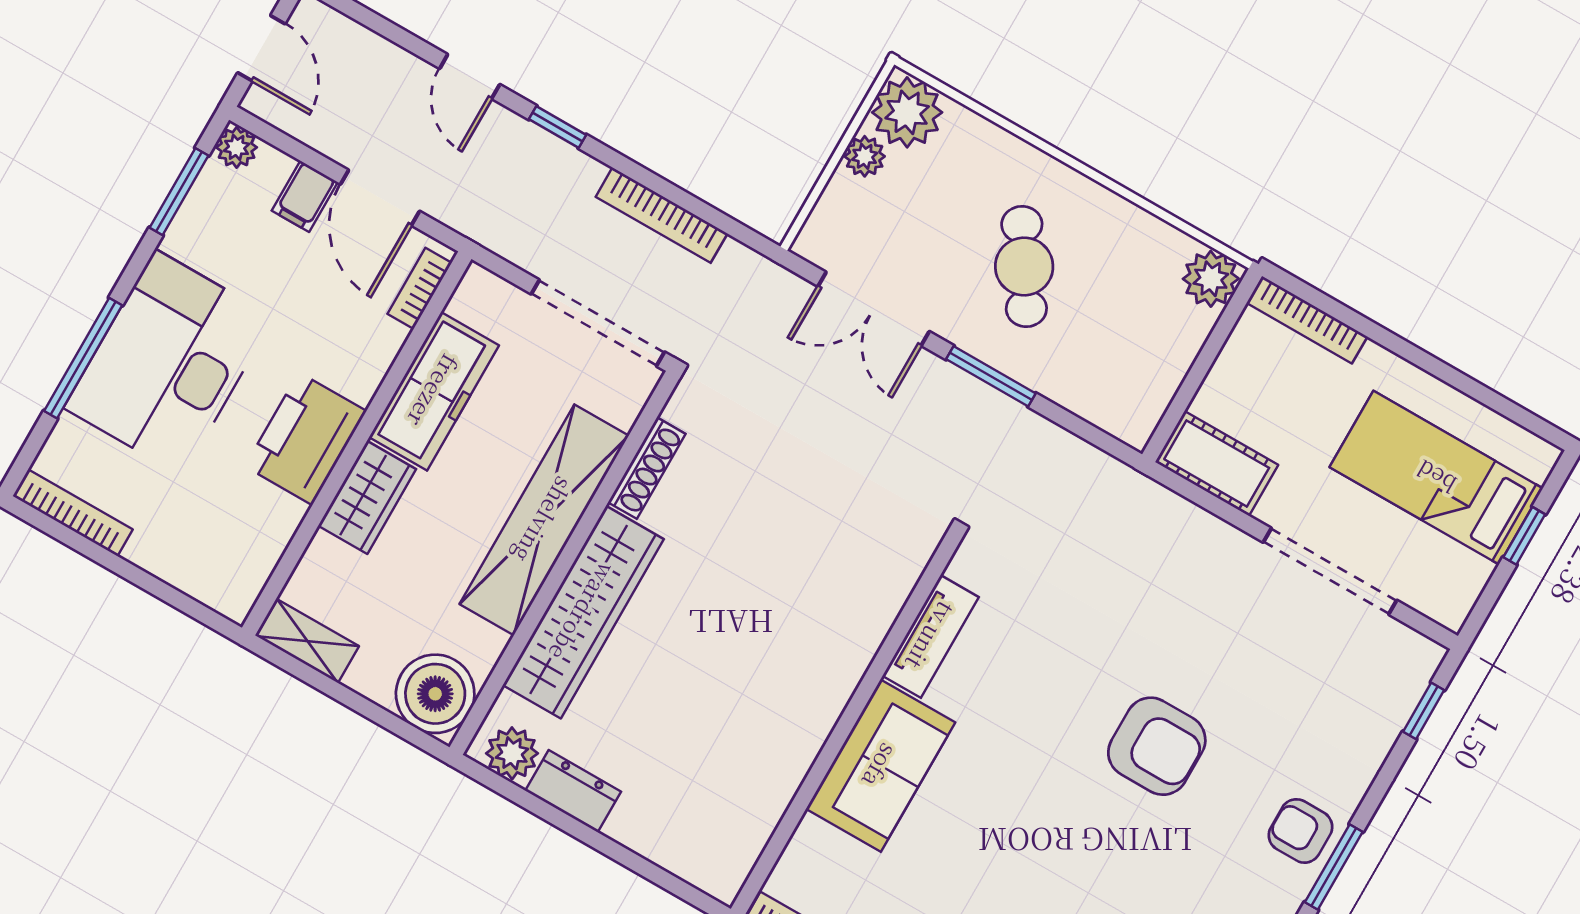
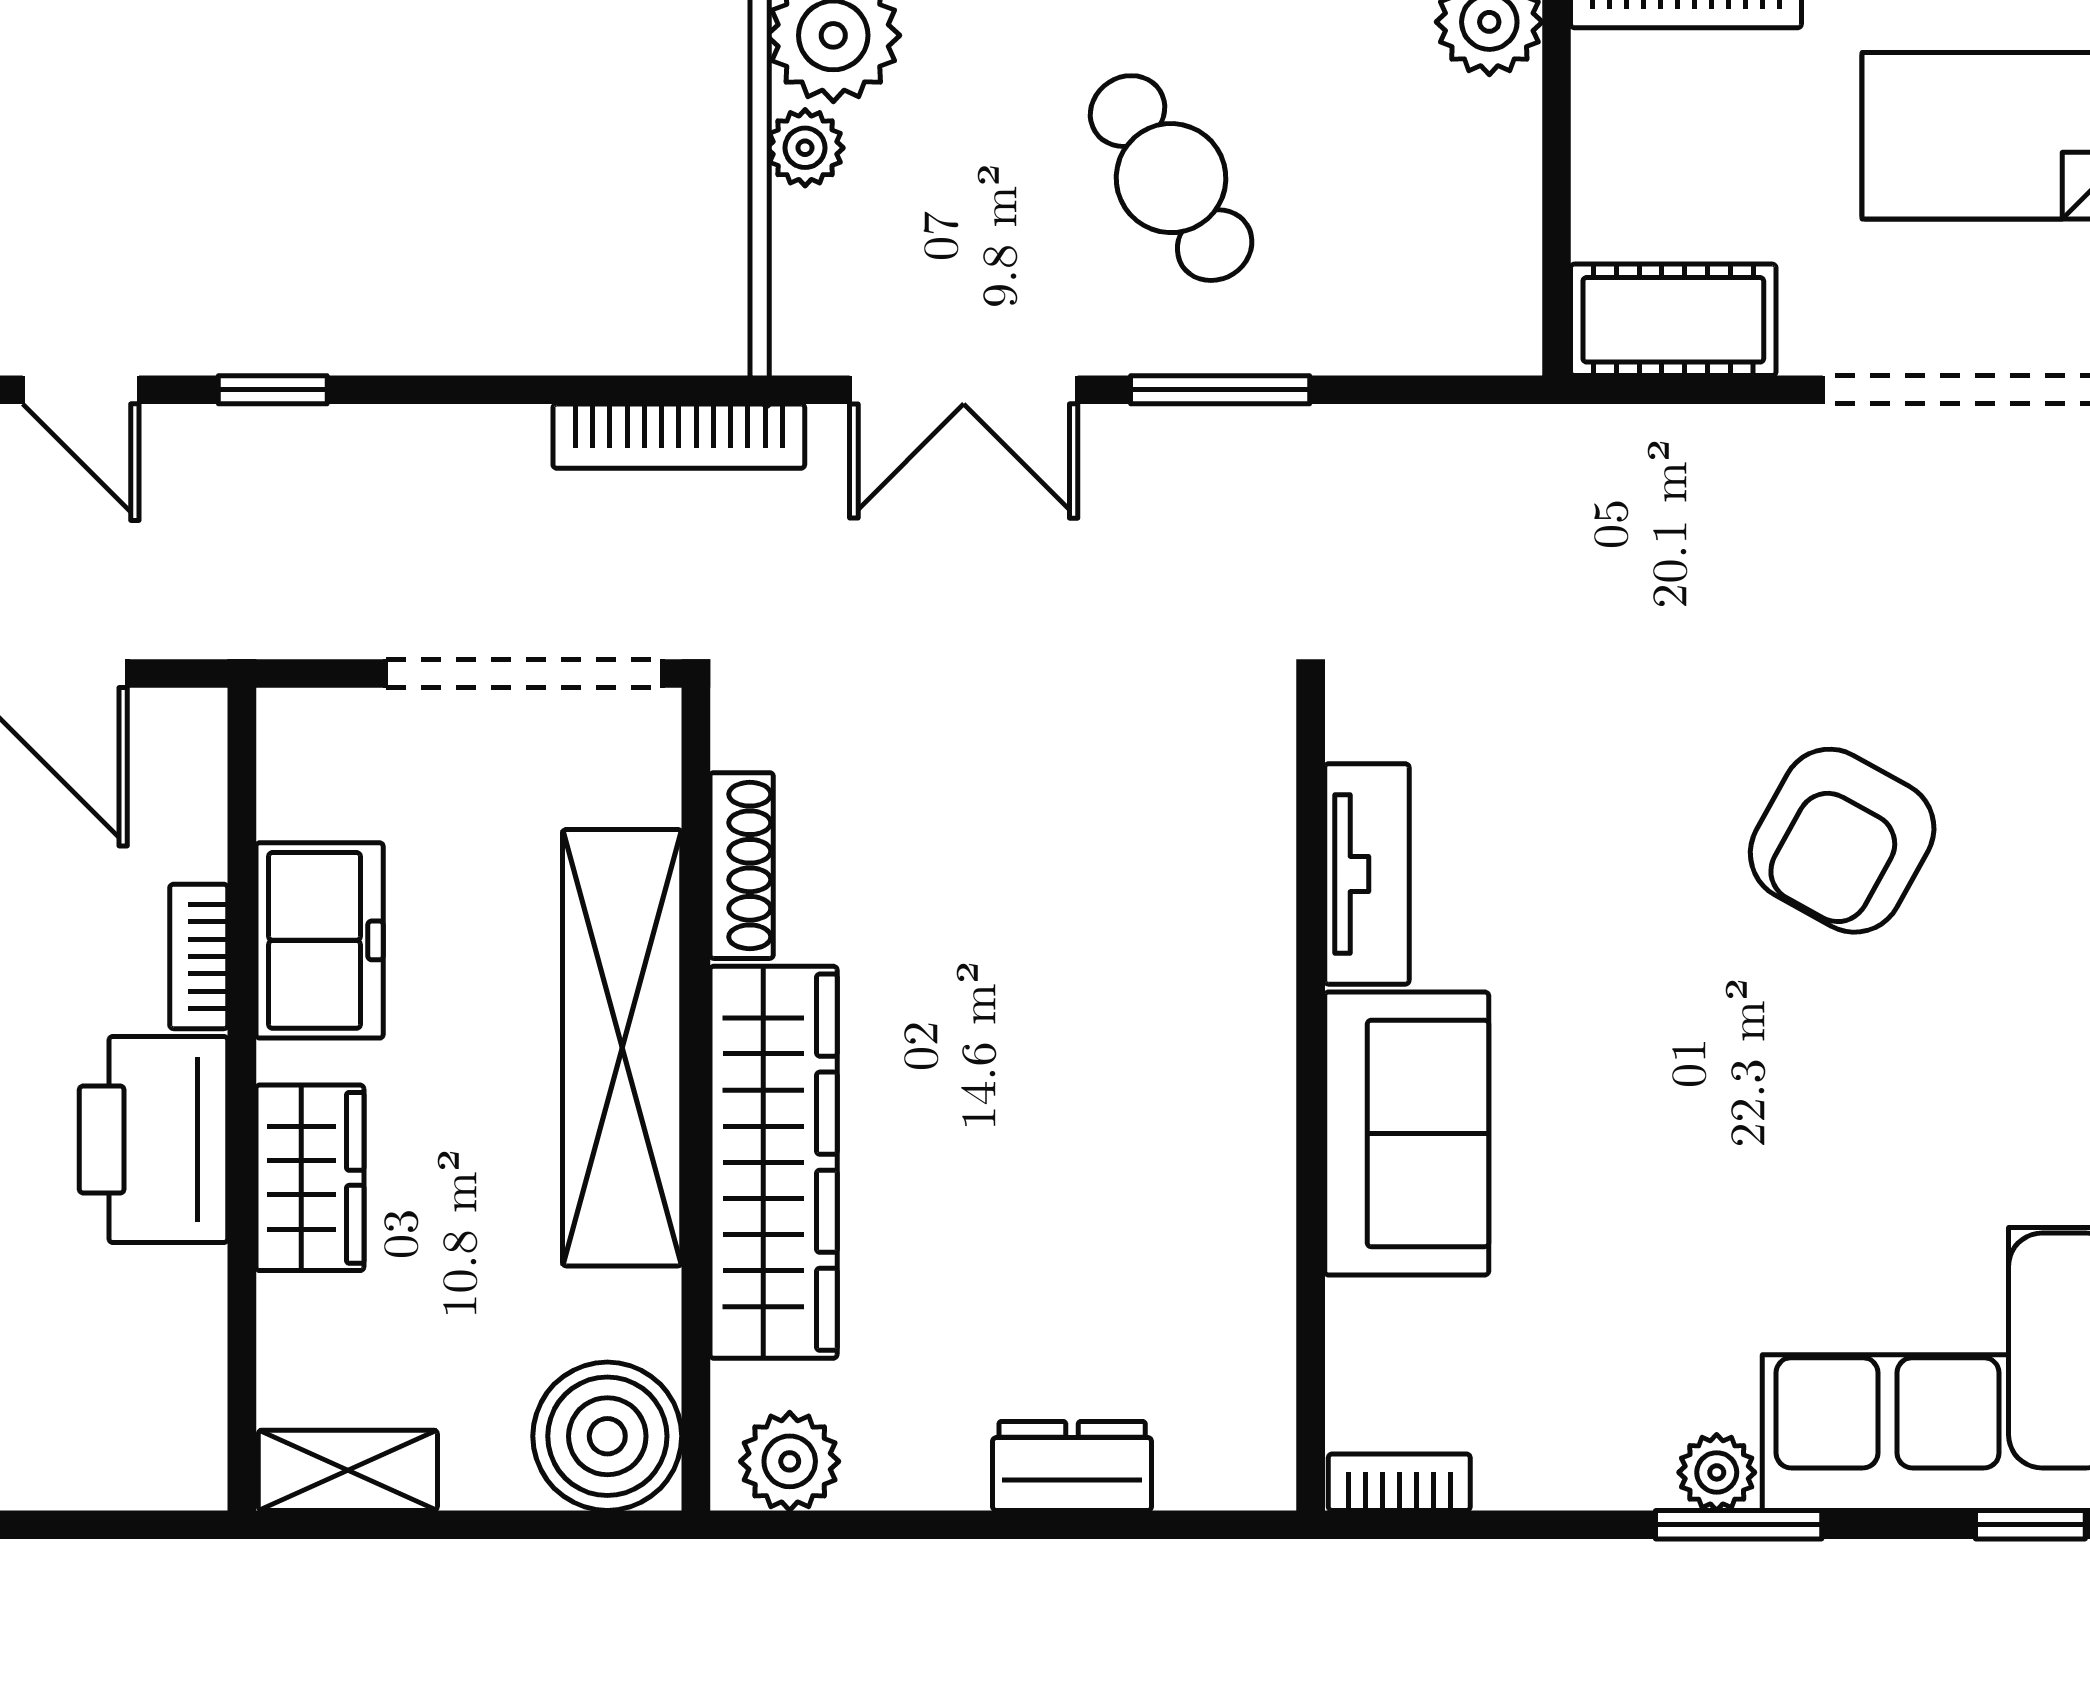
bookcase: (662, 215) -> (679, 436), moved
bookcase: (420, 288) -> (199, 956), moved
freezer: (434, 391) -> (320, 940), width x0.71
armchair: (1157, 746) -> (1842, 841), turned 119
dresser: (573, 791) -> (1072, 1466), moved

